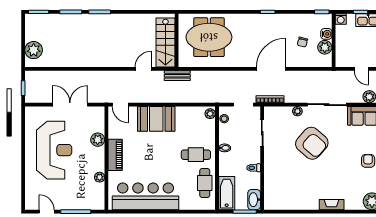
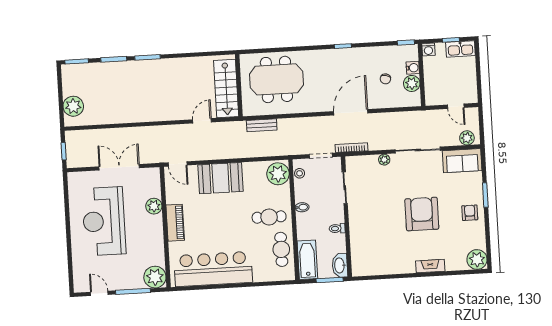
bench: (177, 76) -> (262, 125), moved
plant: (210, 114) -> (278, 174), width x1.87, depth x1.87
armchair: (312, 143) -> (422, 214), moved, turned -131
reception desk: (54, 150) -> (104, 221), turned 180
plant: (100, 177) -> (155, 277), moved, width x1.87, depth x1.87

